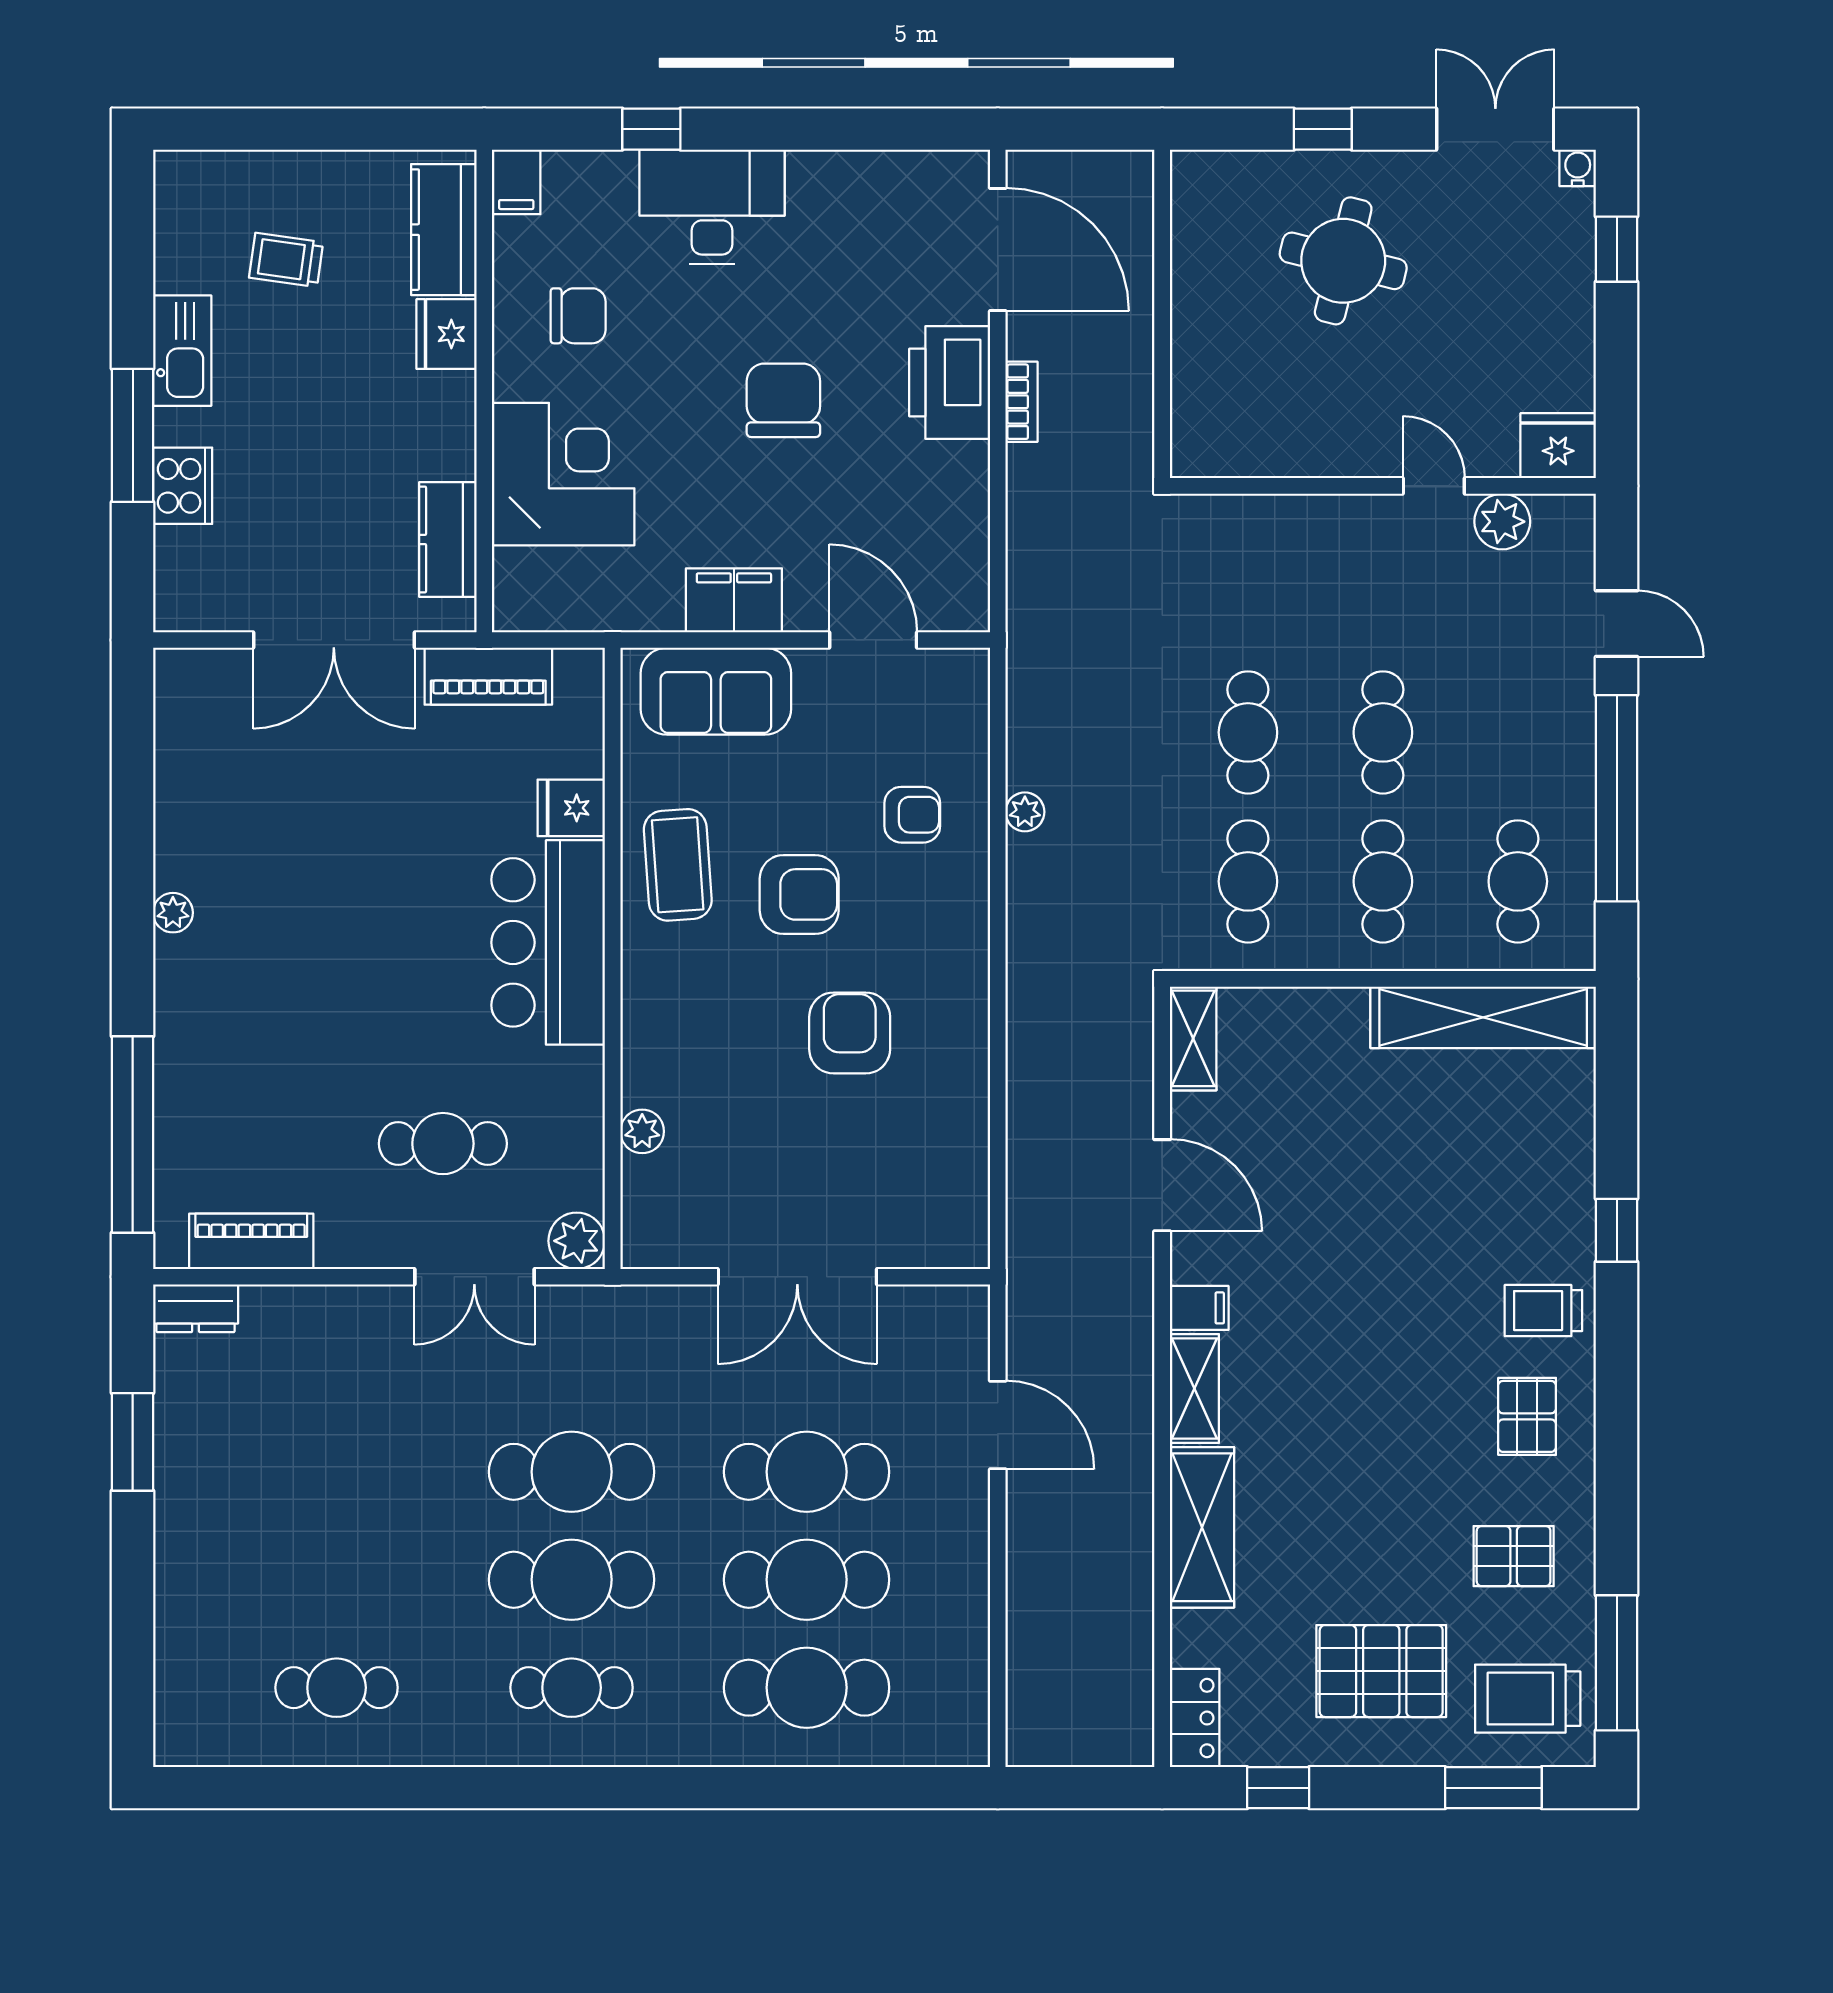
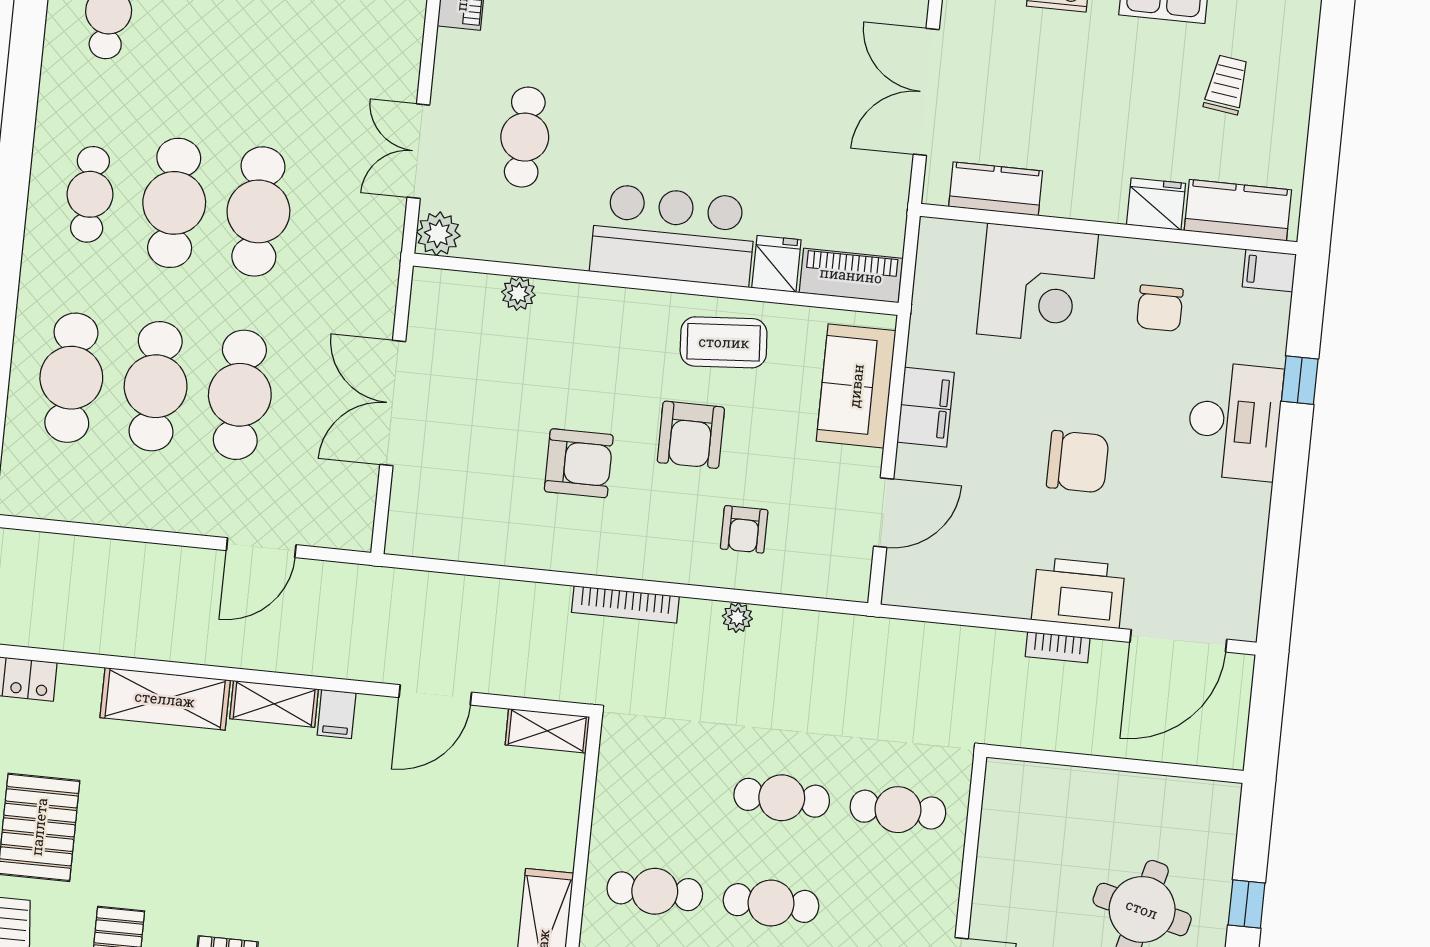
piano: (488, 676) -> (851, 275), moved, turned 90
cafe table: (1248, 881) -> (898, 810), moved
bookcase: (1023, 956) -> (625, 604), added

